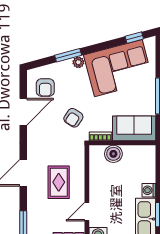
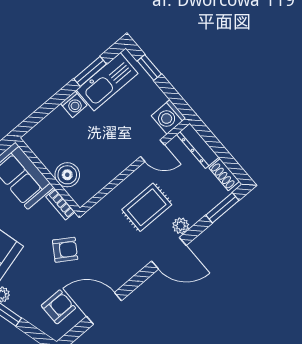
plant: (33, 192) -> (181, 226), added

